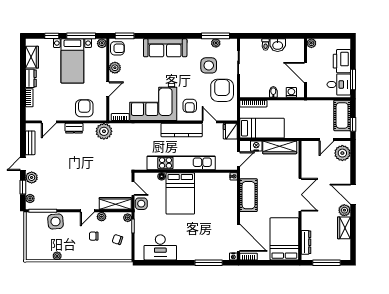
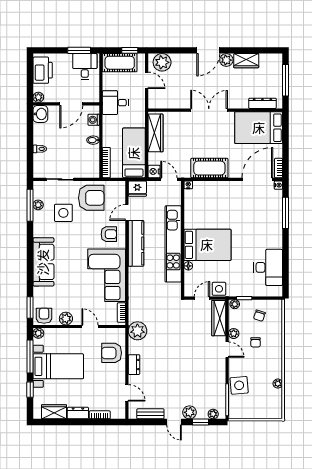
washbasin: (278, 45) -> (40, 114), moved
printer: (342, 61) -> (43, 70), moved, turned -90
armchair: (222, 90) -> (91, 198), turned 180
desk: (307, 112) -> (115, 103), added
nightstand: (256, 146) -> (154, 171), moved

